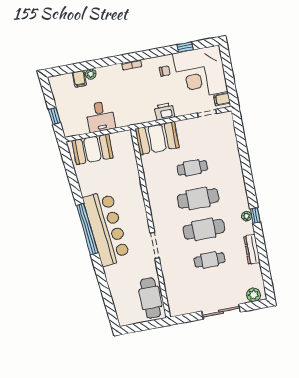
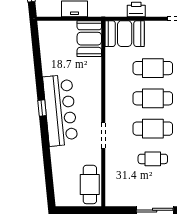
booth: (92, 149) -> (89, 39), moved, turned 90
cafe table: (192, 168) -> (153, 68), width x1.37, depth x1.35
window: (87, 229) -> (42, 108), width x0.32

